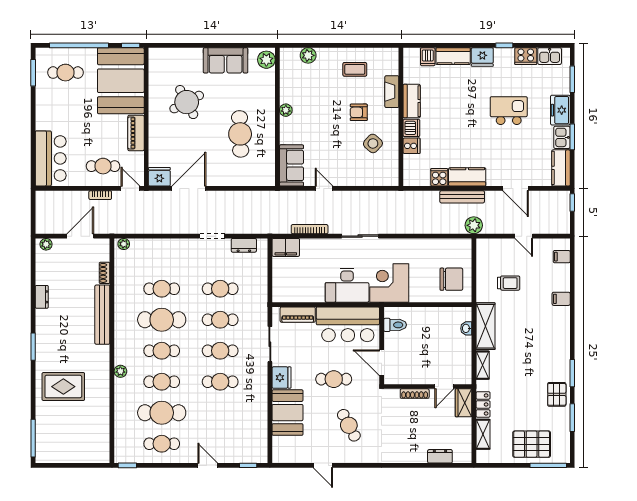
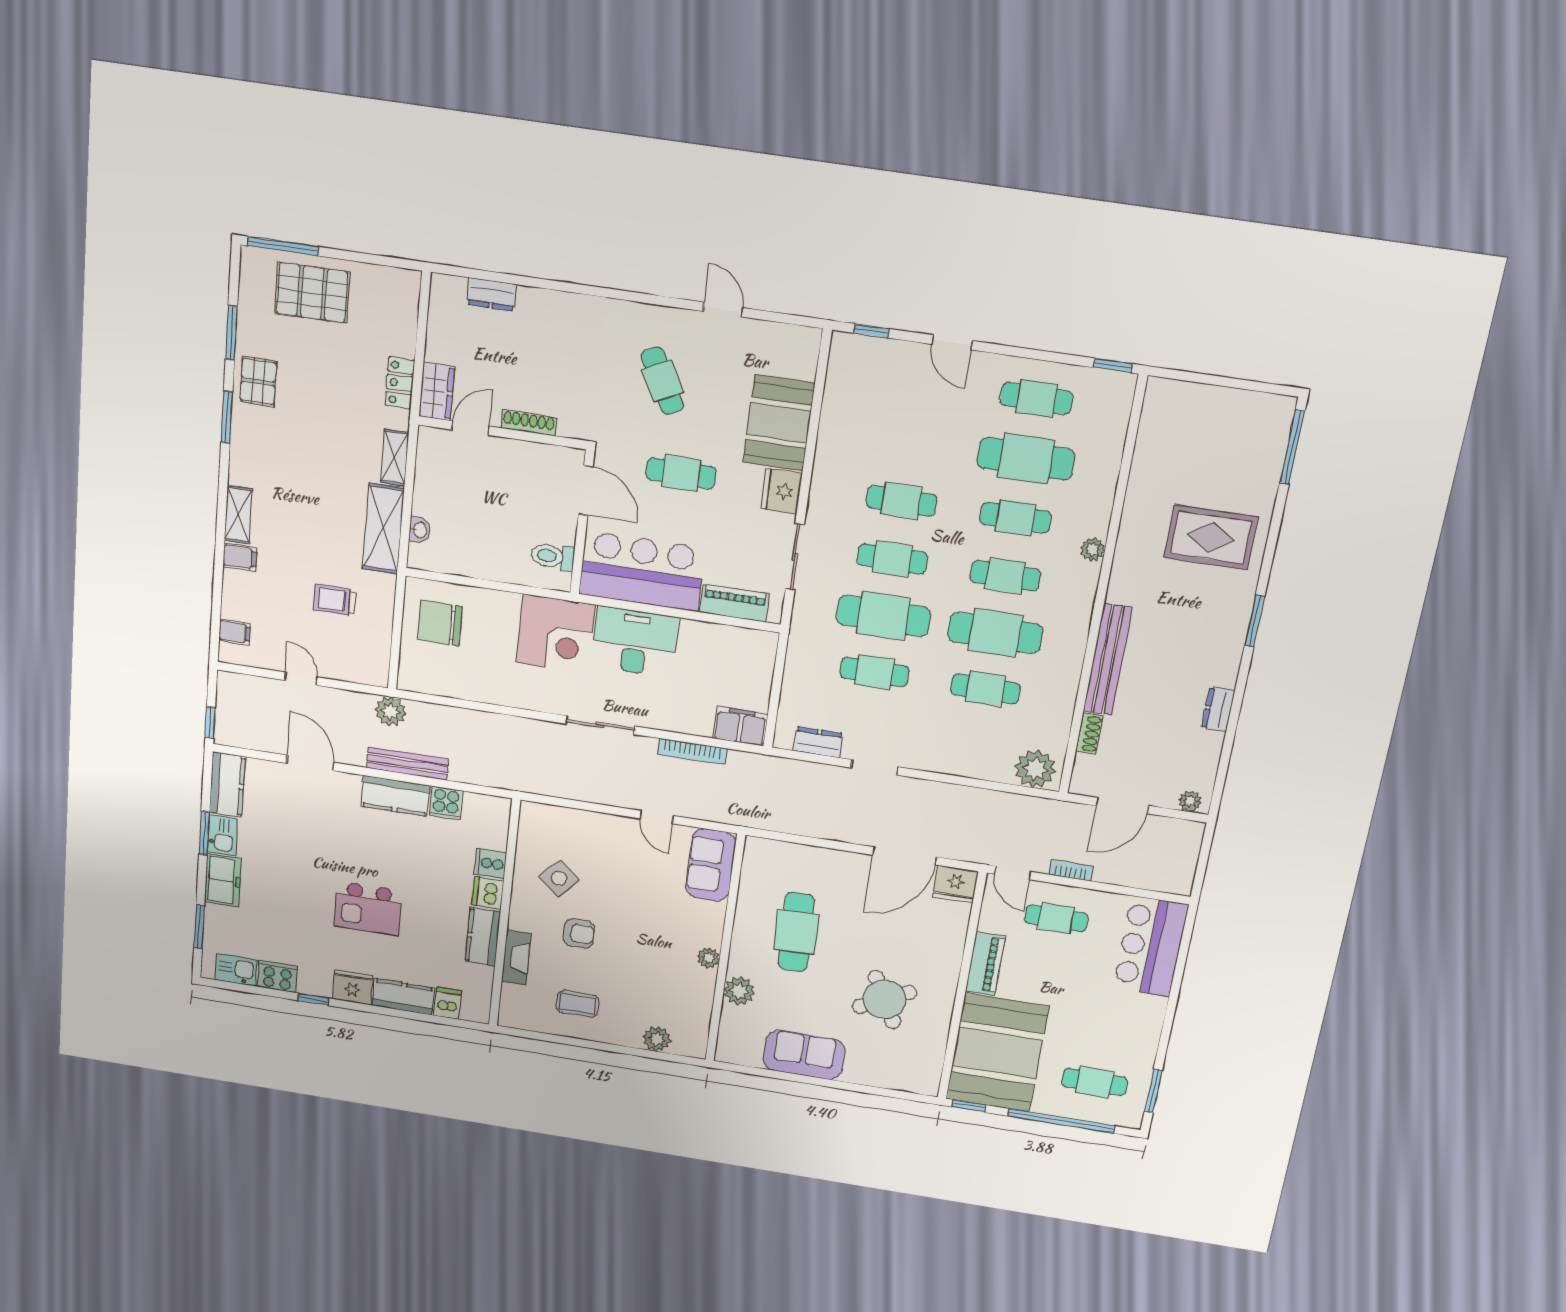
plant: (266, 60) -> (739, 991), moved
kitchen island: (509, 111) -> (368, 908), moved
plant: (124, 244) -> (1035, 769), width x1.88, depth x1.88
cafe table: (220, 320) -> (883, 616), width x1.37, depth x1.35
shelving: (483, 434) -> (238, 515), moved

